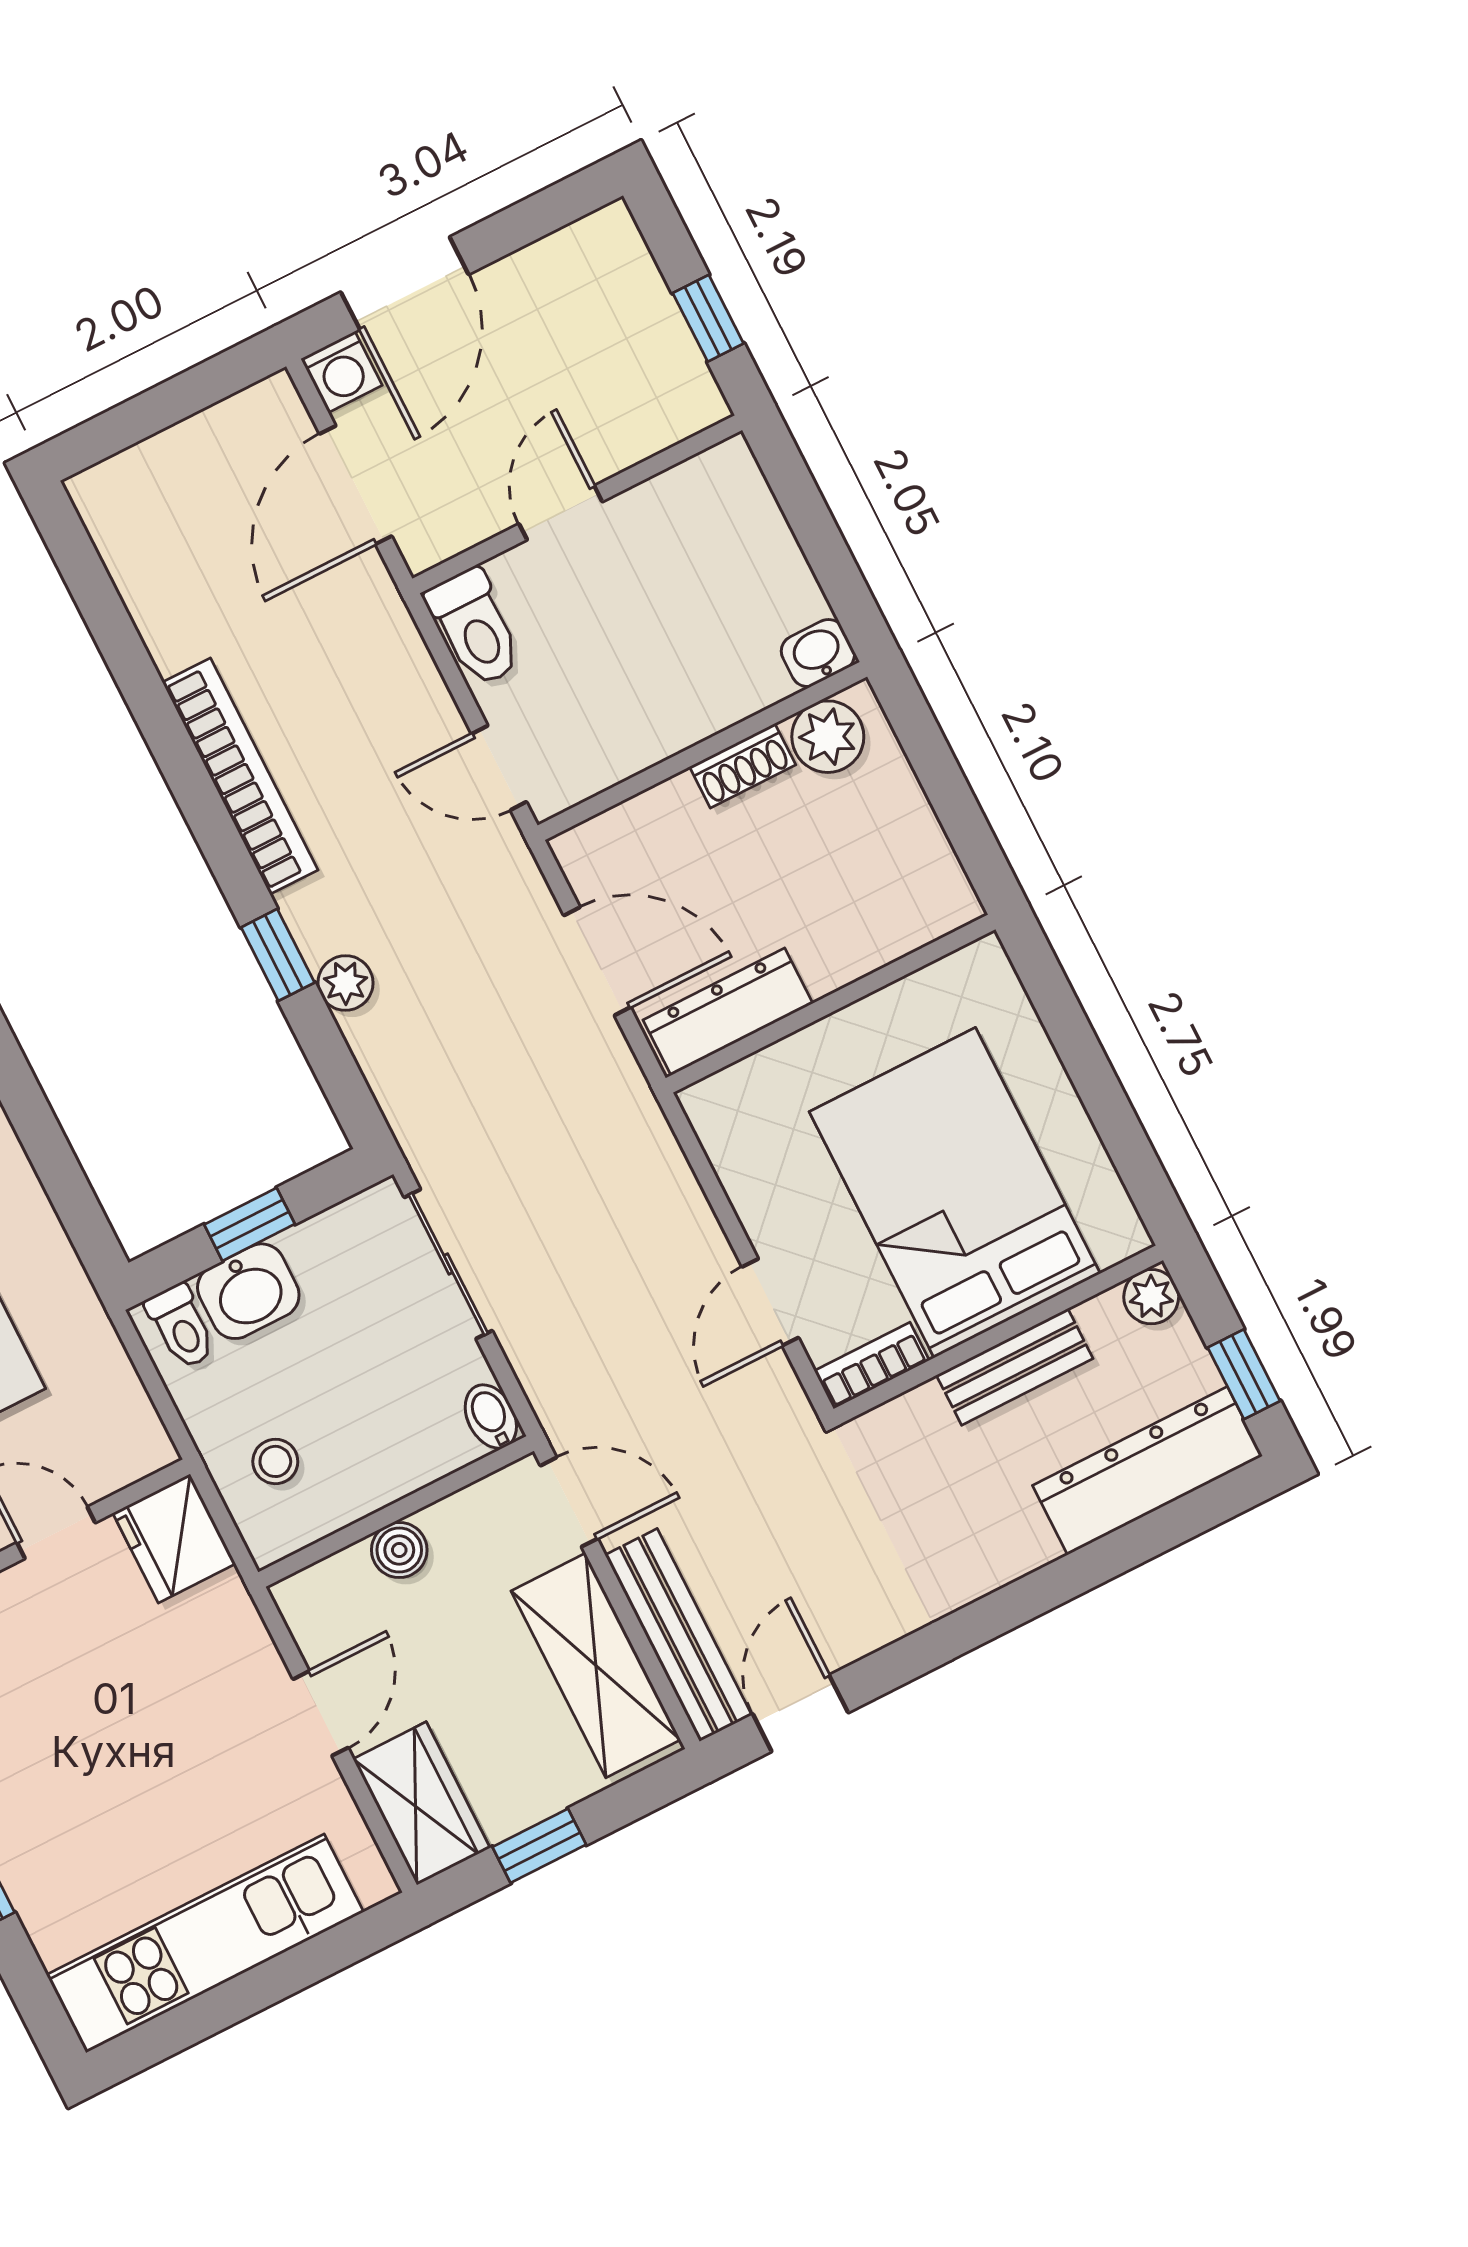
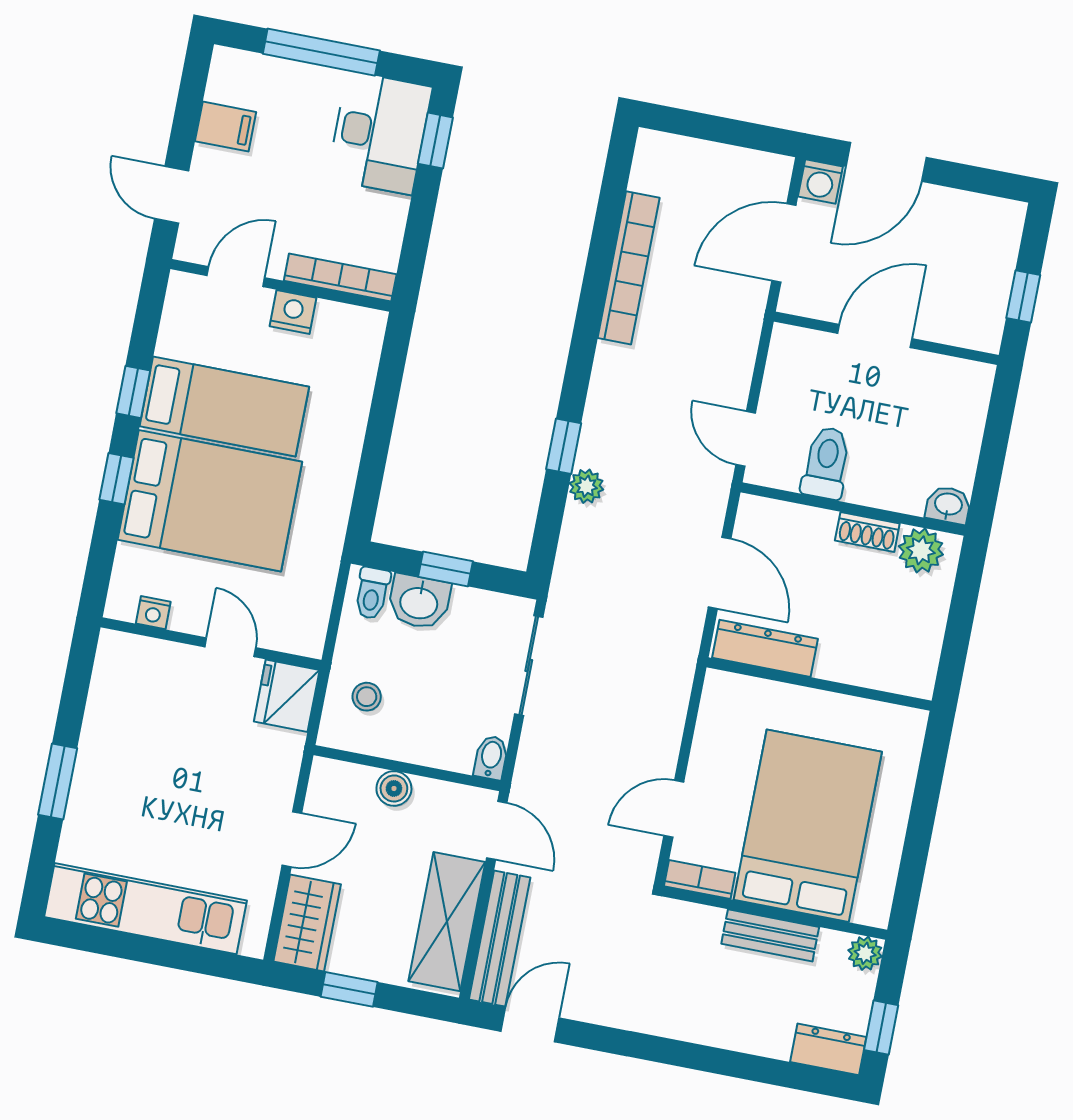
door: (561, 513) -> (875, 336), width x1.38
toilet: (475, 628) -> (826, 463), moved, turned 180
bookcase: (240, 776) -> (629, 268), moved
dresser: (1148, 1471) -> (828, 1049), width x0.51, depth x0.80

